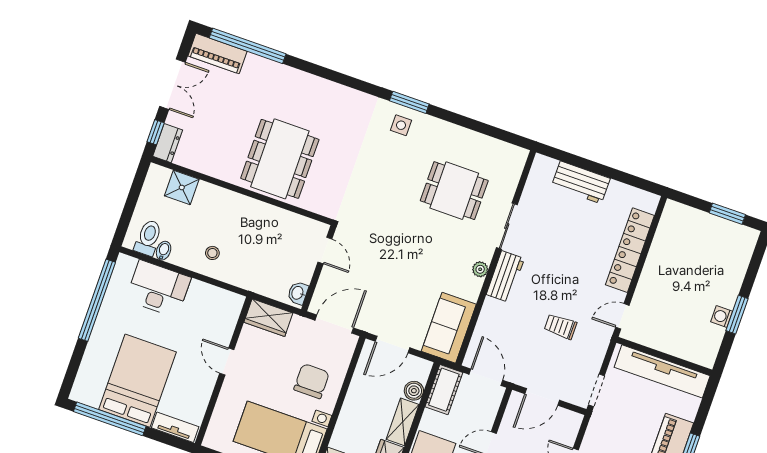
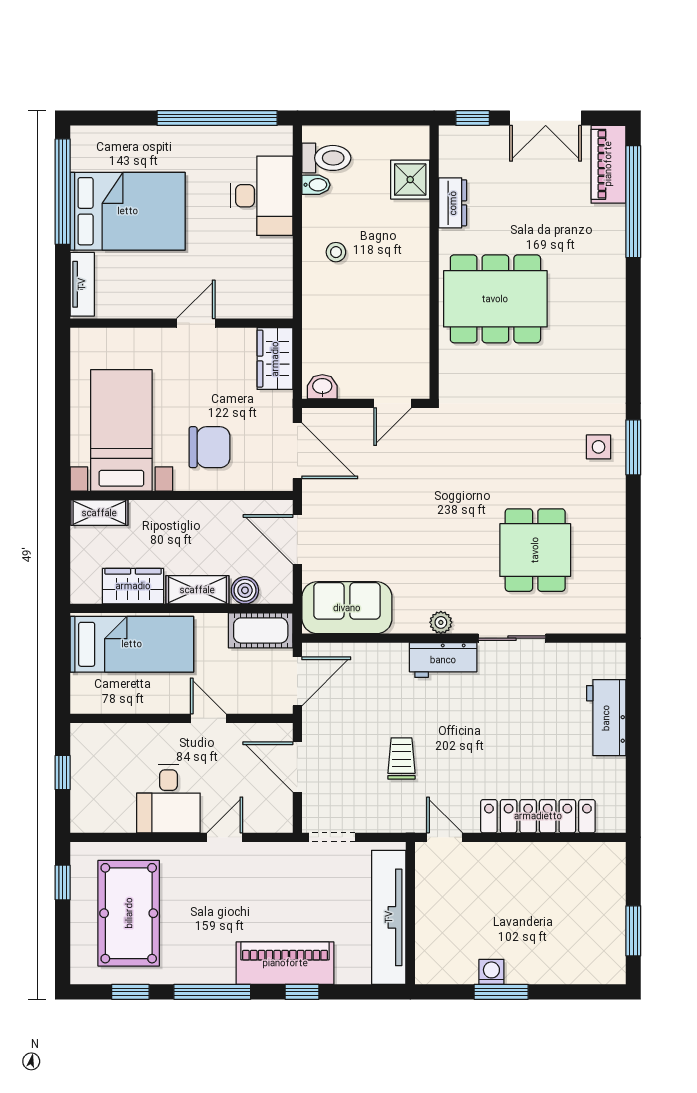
dresser: (168, 143) -> (453, 203), moved, turned -90

